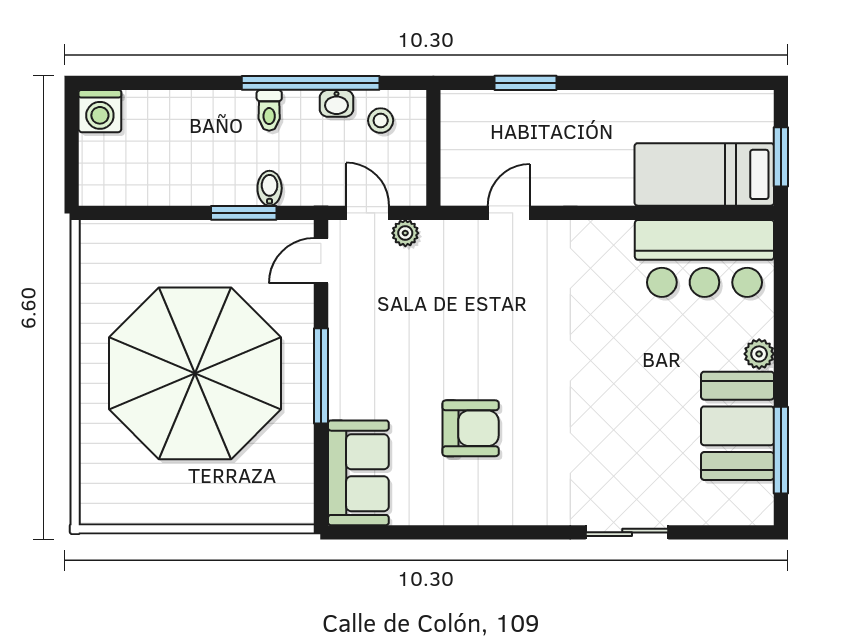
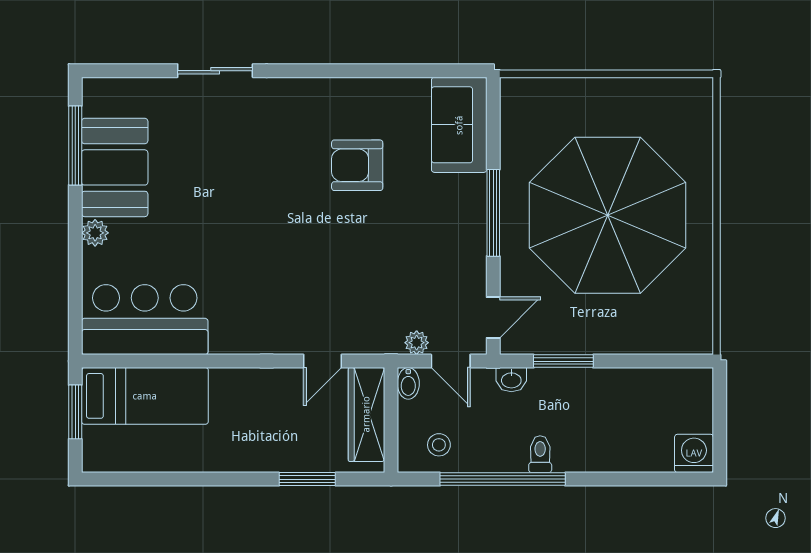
washbasin: (337, 103) -> (511, 380), moved, turned 180
wardrobe: (460, 154) -> (366, 414), added
bidet: (270, 188) -> (408, 383), moved

